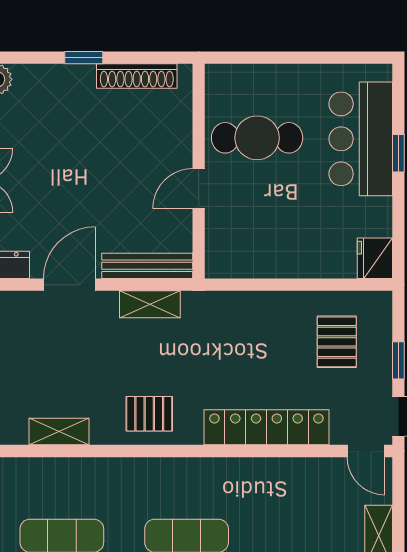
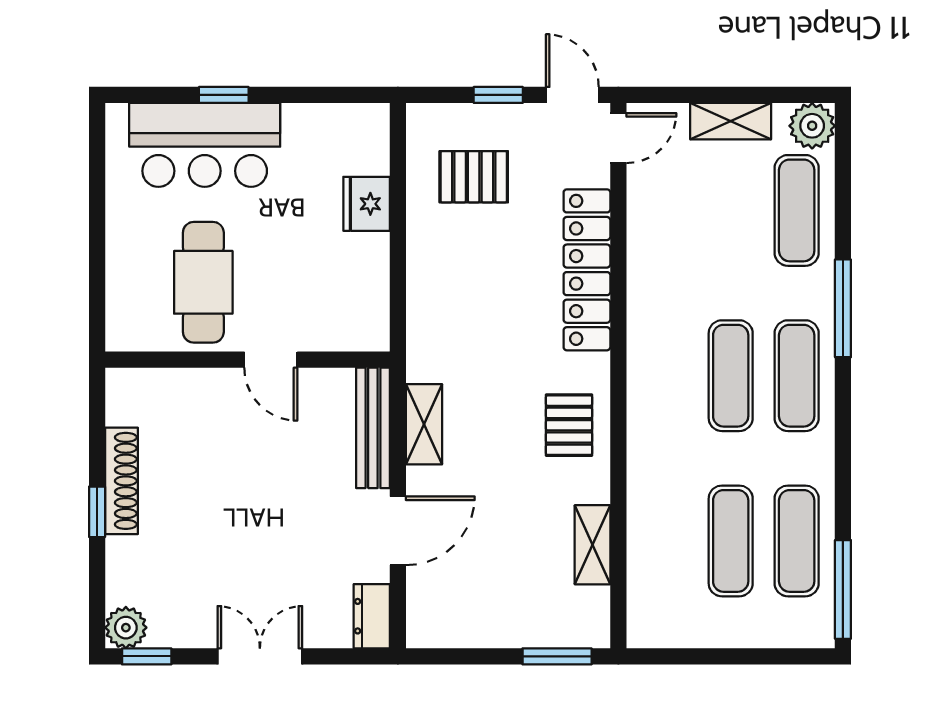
shoe rack: (137, 76) -> (122, 481), moved
fridge: (375, 258) -> (367, 204), moved, turned 90
door: (69, 285) -> (398, 531), swing flipped

